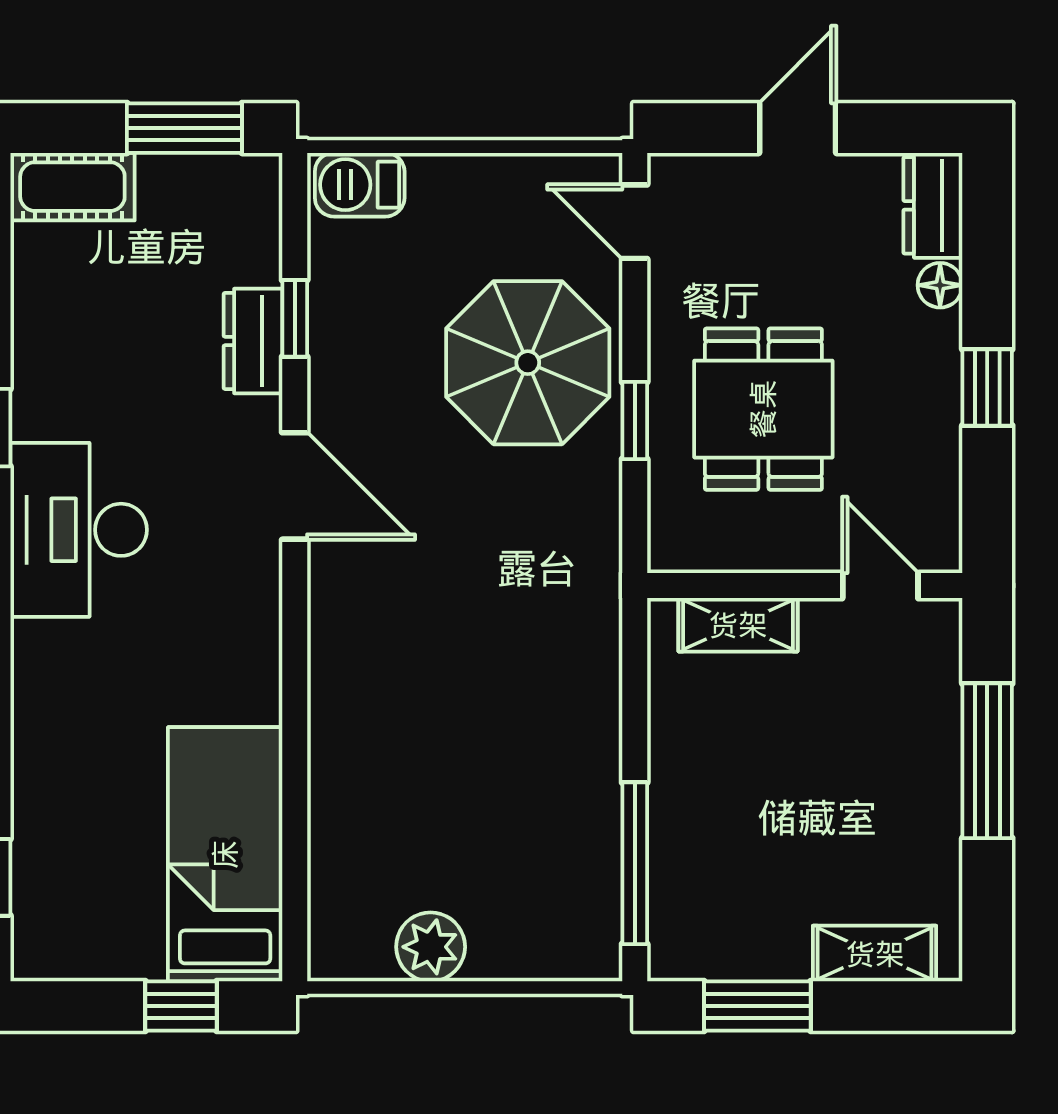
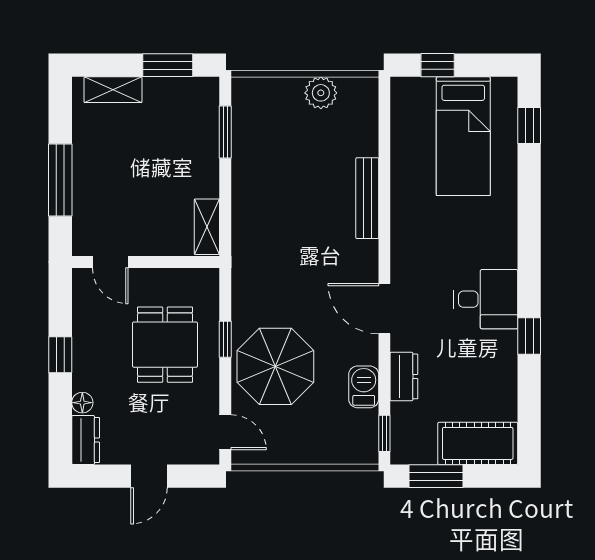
barbecue: (360, 185) -> (364, 387), moved, turned -90
cot: (72, 187) -> (478, 443), width x1.37, depth x1.34
window: (295, 318) -> (384, 433), moved
desk: (79, 530) -> (486, 299), width x0.73
shelving: (738, 625) -> (207, 227), moved, turned 90
bench: (331, 722) -> (367, 198), added
bed: (225, 854) -> (463, 136), moved
window: (635, 863) -> (225, 132), width x0.69

